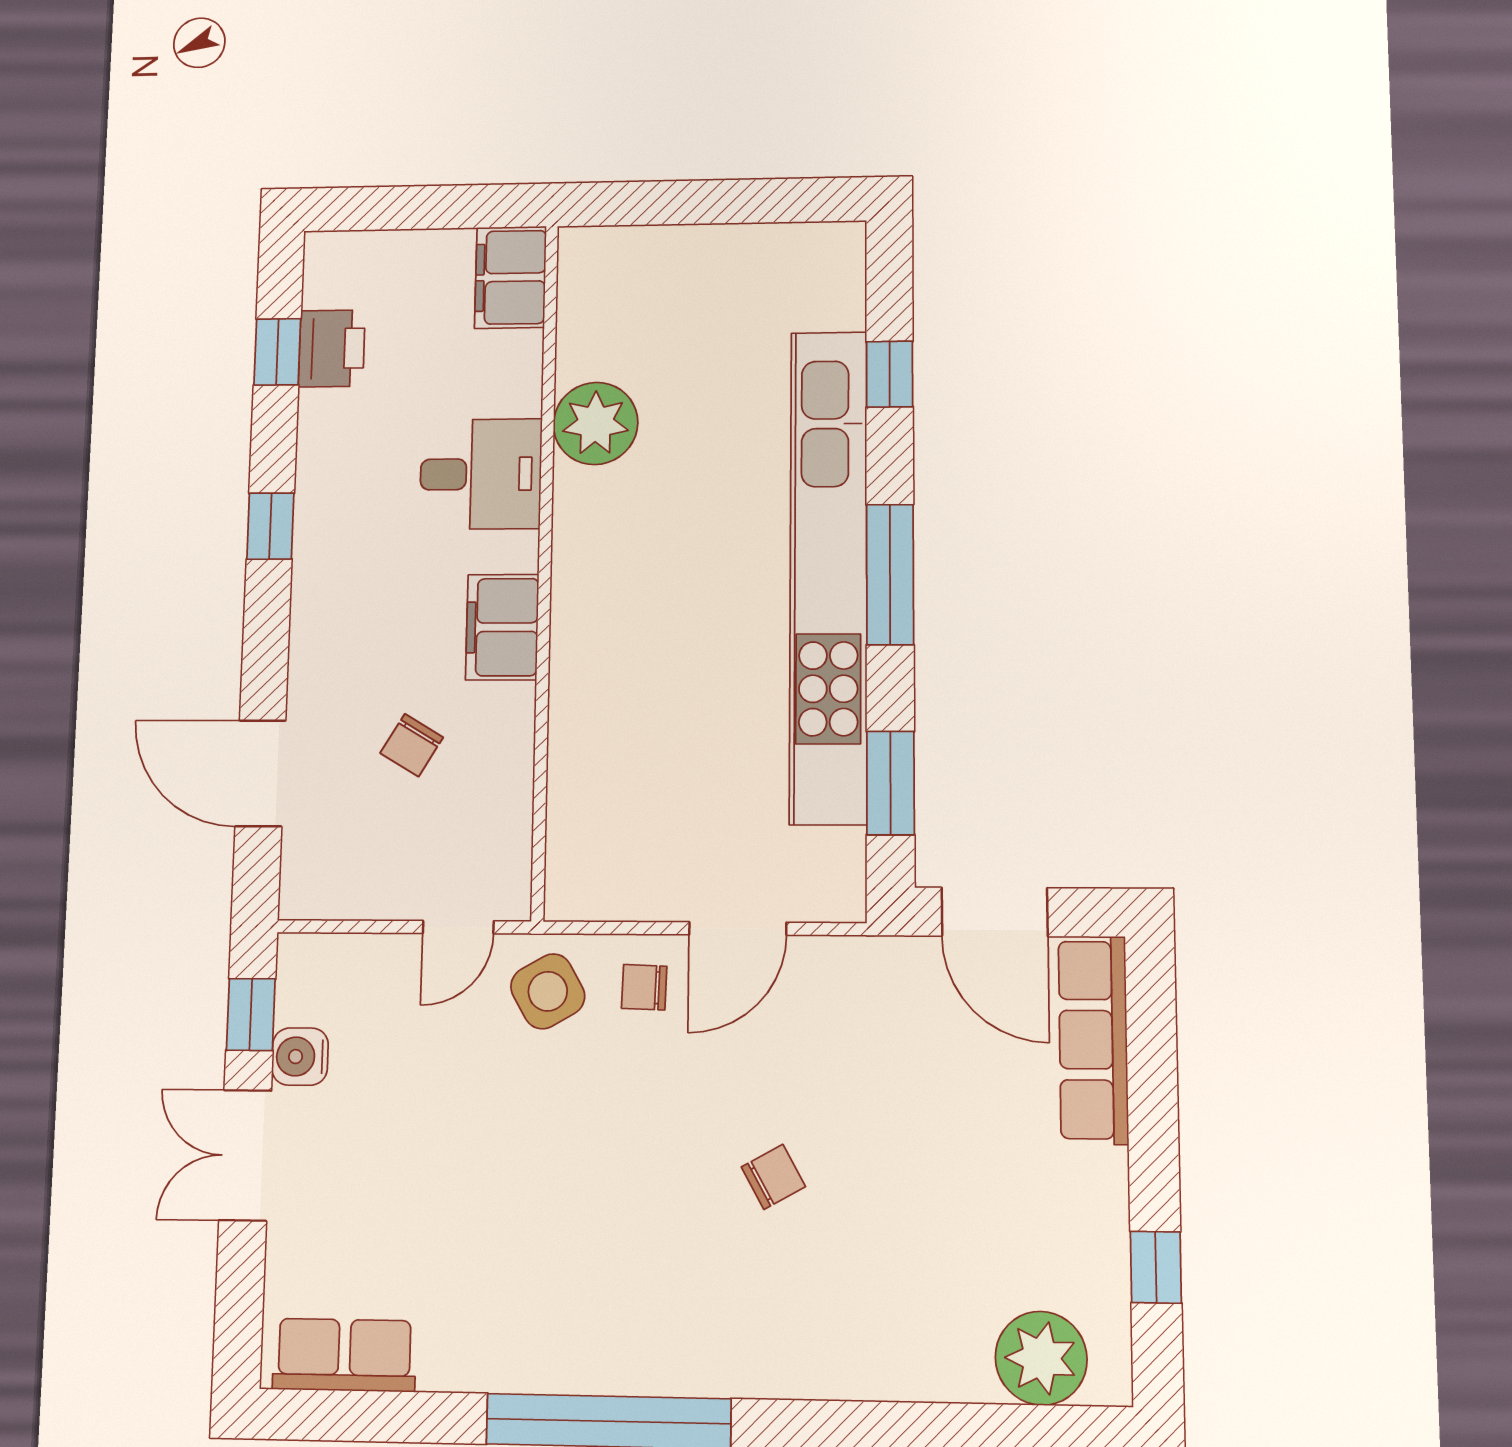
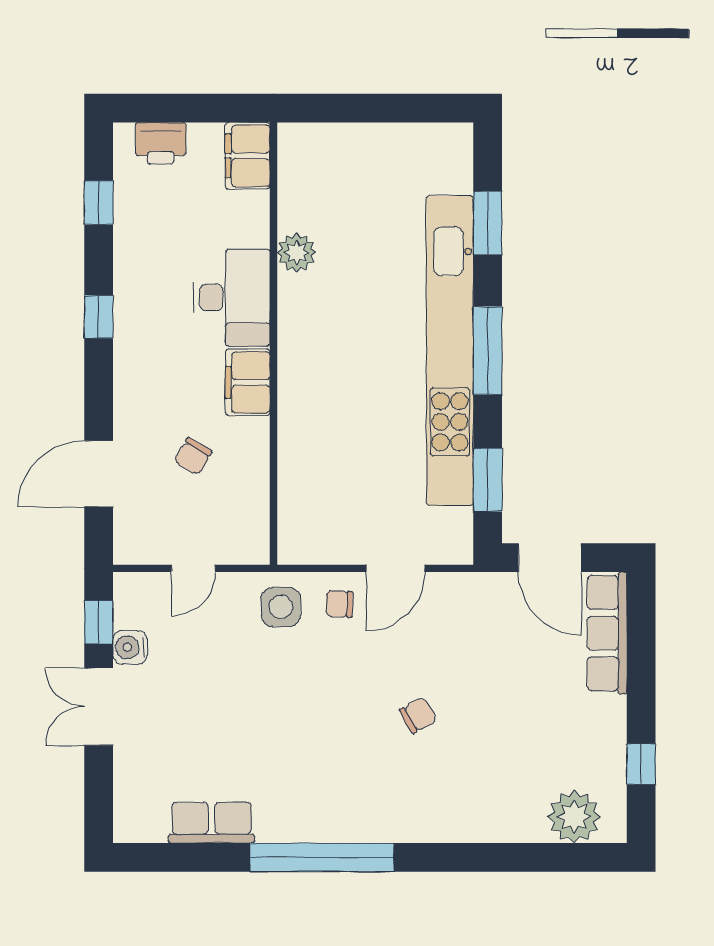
printer: (332, 348) -> (161, 143), moved, turned 90
window: (890, 374) -> (488, 223), width x1.50
plant: (596, 423) -> (297, 252), width x0.73, depth x0.73
desk: (481, 474) -> (232, 298), width x1.37
door: (260, 773) -> (99, 474), hinge flipped
door: (458, 927) -> (193, 568), moved
side table: (548, 991) -> (281, 607), turned 30
row of seats: (344, 1355) -> (212, 823), moved

